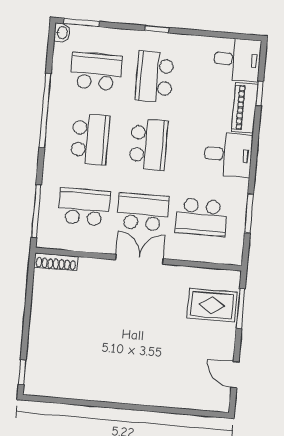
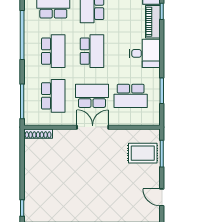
school desk: (84, 207) -> (53, 96), turned 90

